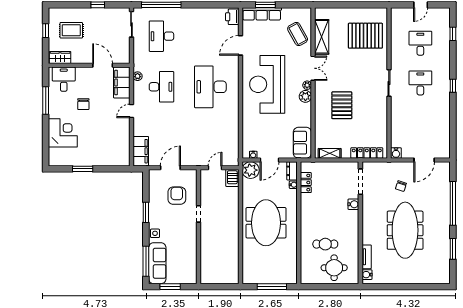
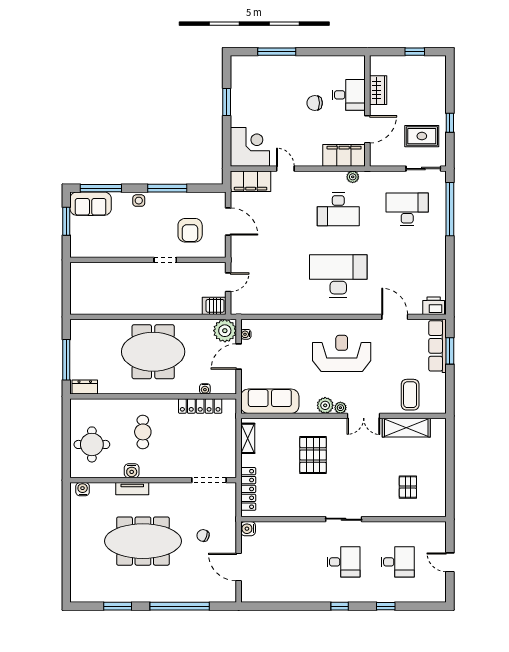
rug: (71, 30) -> (422, 136), moved, turned 90
coffee table: (298, 34) -> (410, 395), turned -61
window: (453, 34) -> (386, 606), moved
pallet: (365, 36) -> (408, 487), width x0.49, depth x0.50
wardrobe: (60, 58) -> (378, 90), moved
desk: (64, 79) -> (349, 95), moved
reception desk: (267, 84) -> (342, 353), width x0.74, depth x0.77
window: (46, 100) -> (277, 52), moved
pallet: (342, 105) -> (313, 455), turned 90
door: (131, 111) -> (285, 169), moved
corner desk: (63, 133) -> (250, 147), moved, turned -90
sofa: (302, 143) -> (270, 401), width x1.36
door: (270, 160) -> (239, 357), hinge flipped
door: (215, 168) -> (228, 282), hinge flipped
dresser: (292, 171) -> (85, 387), moved
locker: (306, 183) -> (200, 406), width x1.53
armchair: (177, 196) -> (190, 230), turned 90
water cooler: (353, 204) -> (132, 471), moved
window: (146, 212) -> (167, 188), width x1.44
cafe table: (325, 244) -> (143, 432), moved
tv unit: (367, 257) -> (132, 489), moved
sofa: (157, 263) -> (91, 204), width x0.73

